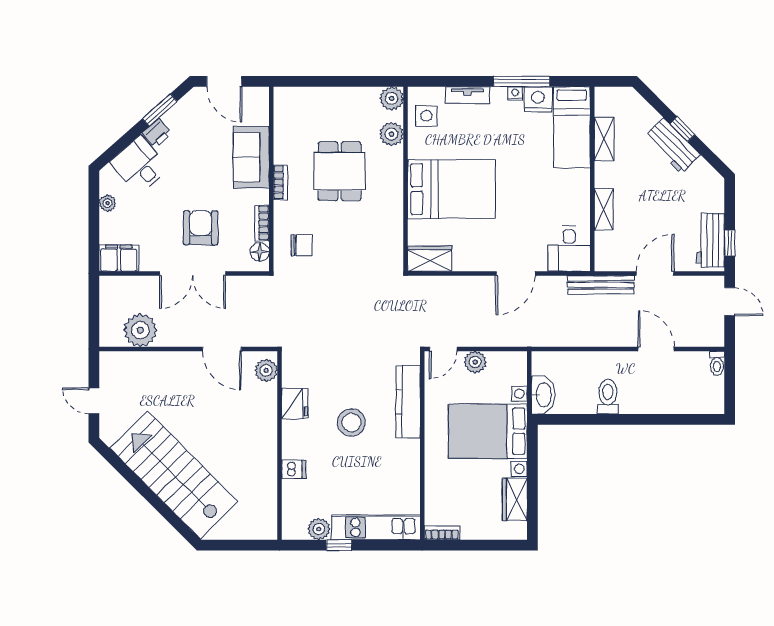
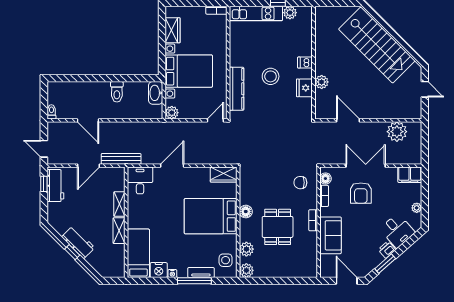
window: (522, 81) -> (194, 281), moved
shelving: (604, 139) -> (119, 231), moved
floor lamp: (393, 197) -> (246, 212), added
plant: (475, 362) -> (172, 113), moved
plant: (266, 370) -> (322, 82), moved
dishwasher: (294, 469) -> (305, 63), moved

